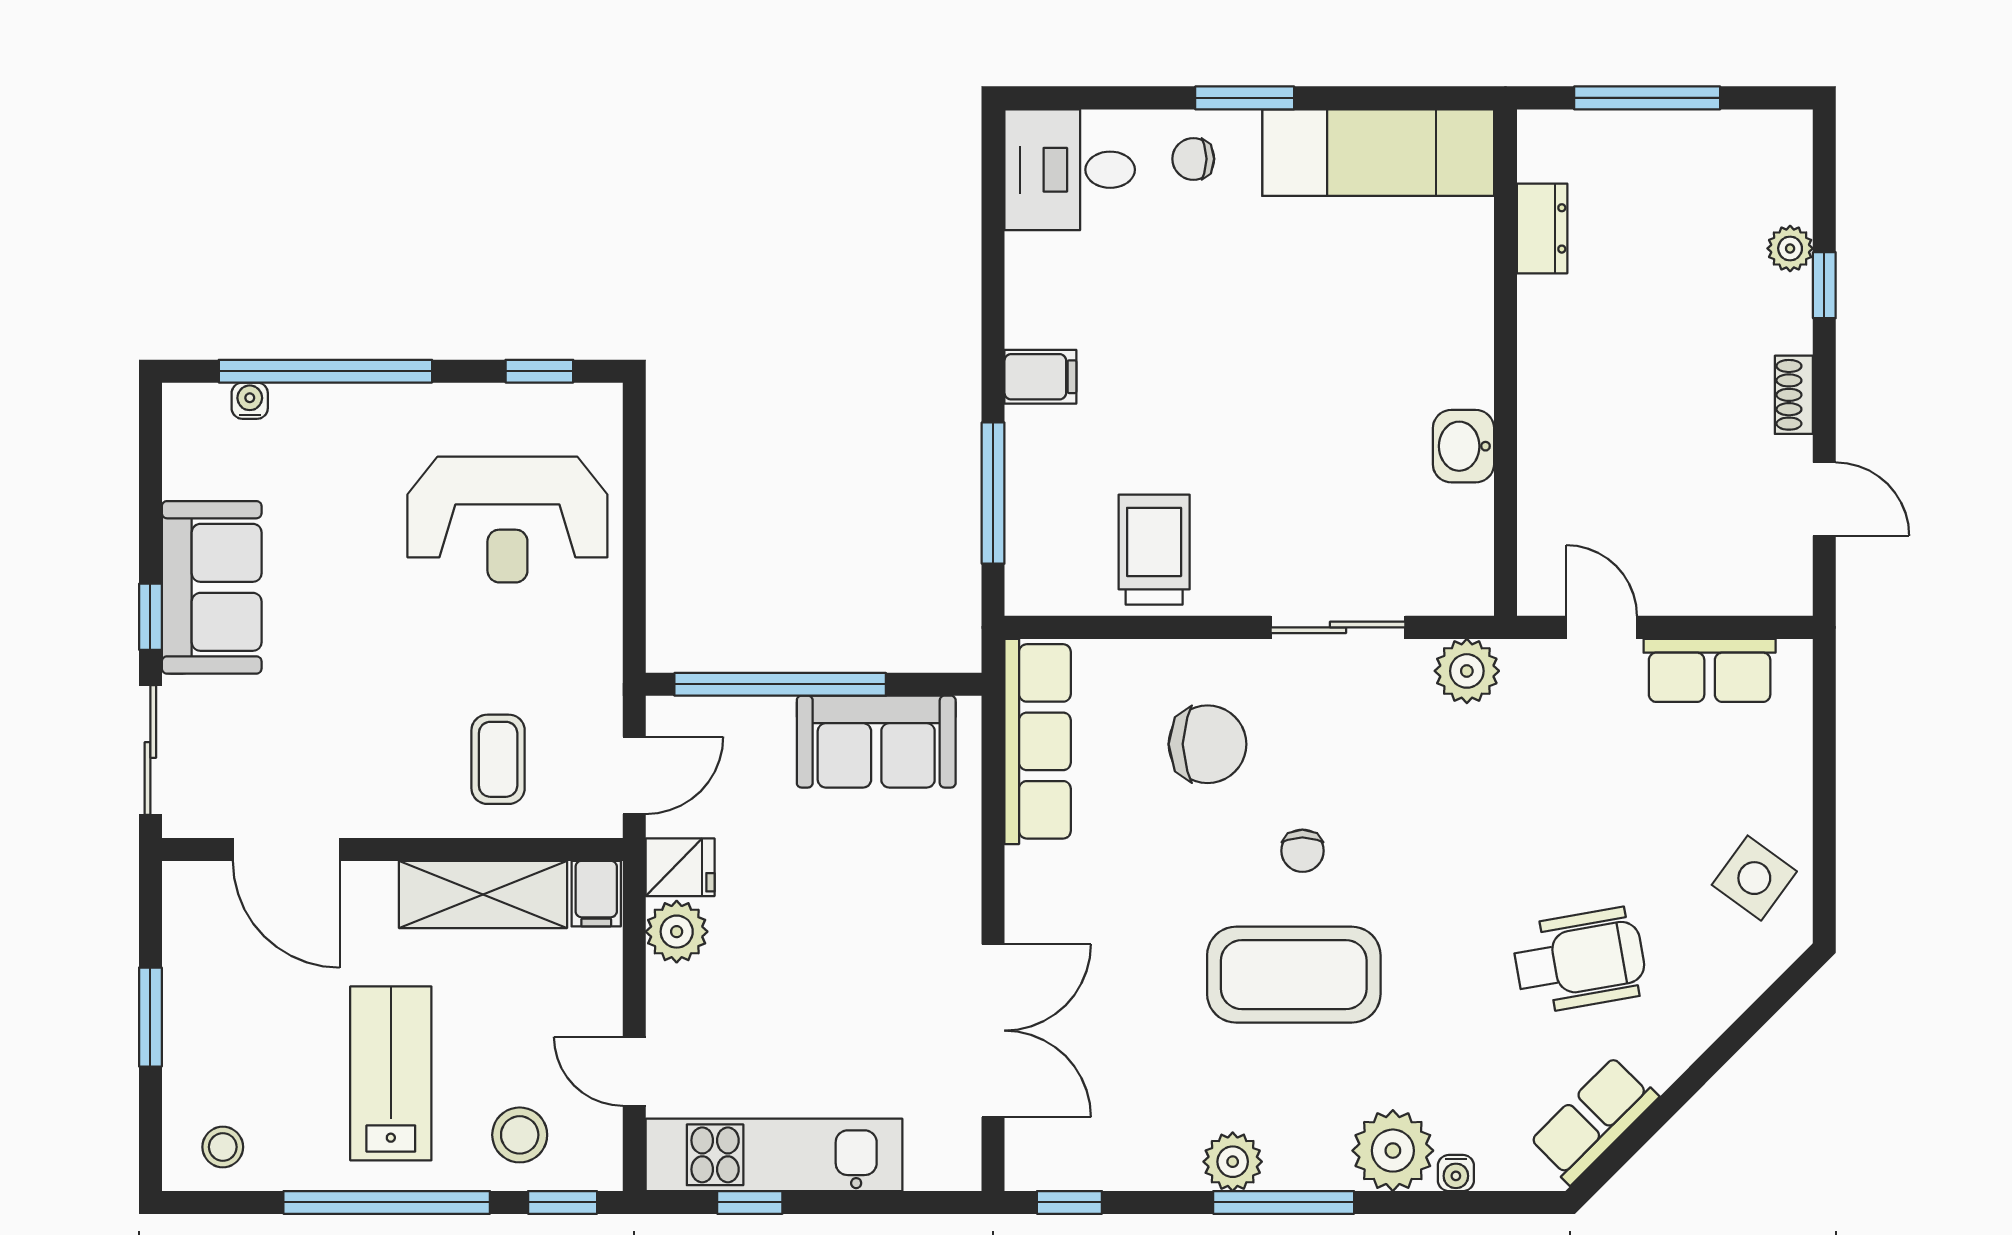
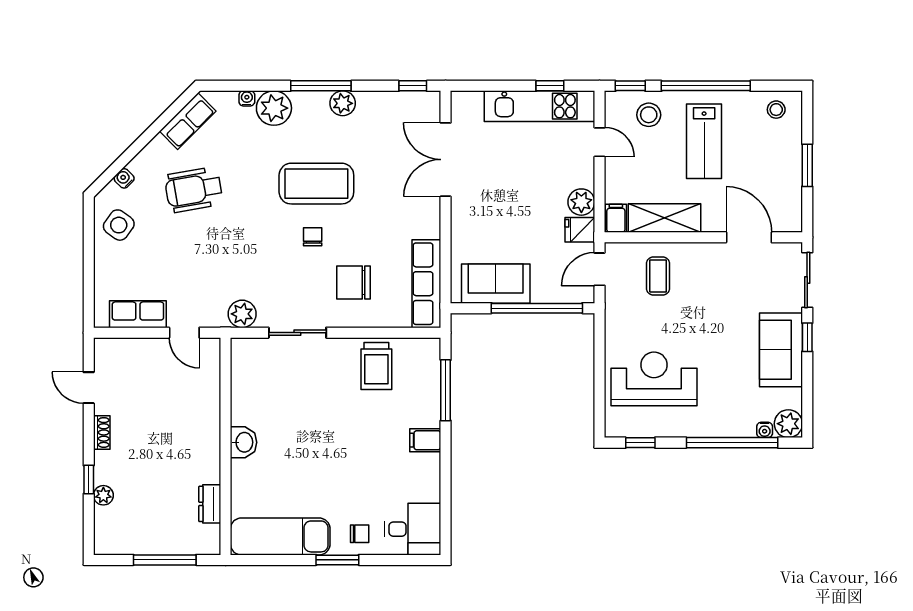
plant: (194, 415) -> (788, 424), added
washbasin: (1463, 446) -> (244, 442), moved
water cooler: (1742, 987) -> (124, 178), added

